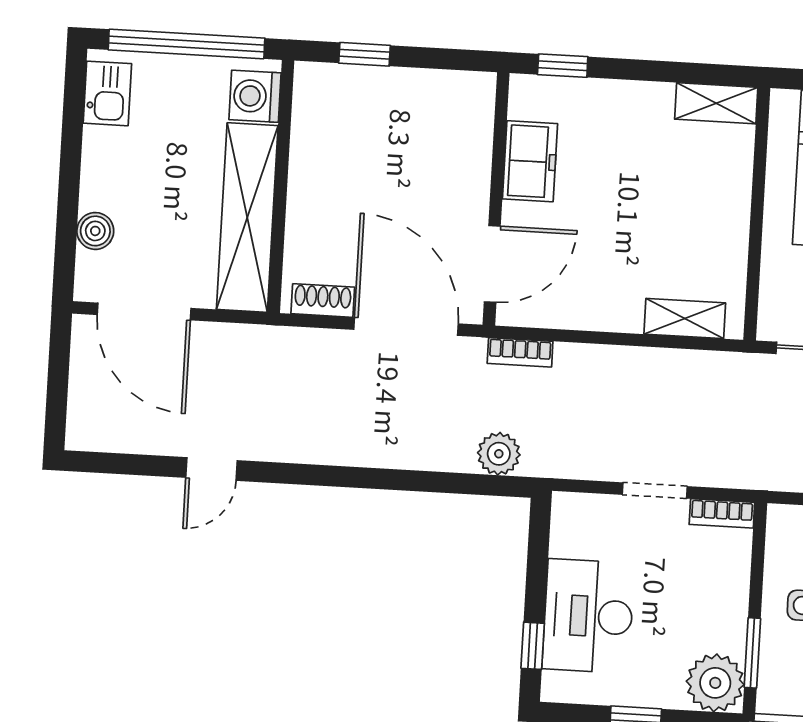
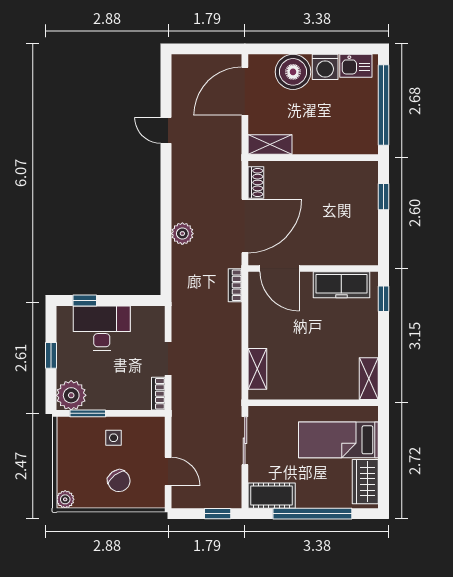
washing machine: (255, 96) -> (325, 67), moved, turned 180
freezer: (530, 161) -> (341, 285), width x1.40
shelving: (247, 218) -> (270, 145), width x0.45, depth x0.75
boiler: (95, 231) -> (293, 72), width x1.86, depth x1.86
plant: (499, 454) -> (182, 234), moved

